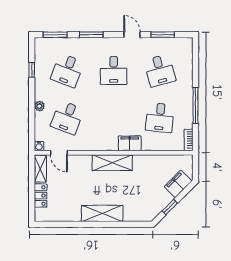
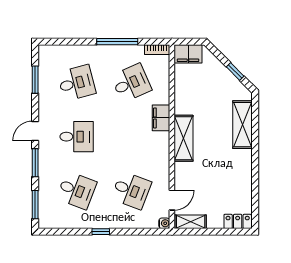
door: (132, 35) -> (35, 131), moved
window: (32, 70) -> (101, 232), moved
plant: (39, 106) -> (118, 223), removed
desk: (160, 118) -> (131, 83), turned -30
filing cabinet: (178, 184) -> (188, 54), moved, turned -45
locker: (41, 196) -> (238, 221), moved
shelving: (102, 213) -> (242, 125), moved

